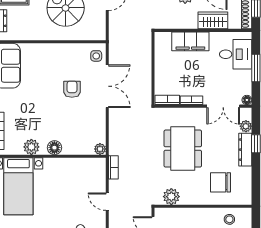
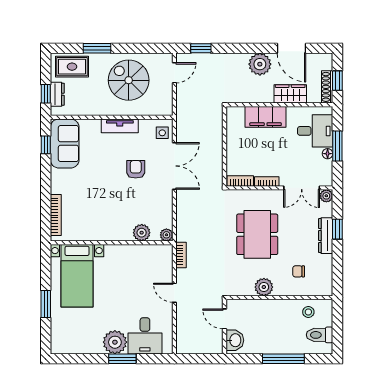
tv unit: (57, 50) -> (120, 126), added
floor lamp: (247, 100) -> (328, 154), moved
plant: (246, 126) -> (326, 196), moved
plant: (31, 147) -> (142, 233), moved
floor lamp: (54, 148) -> (116, 233), removed
chair: (221, 182) -> (299, 271), width x0.54, depth x0.54
plant: (171, 197) -> (264, 287), moved

